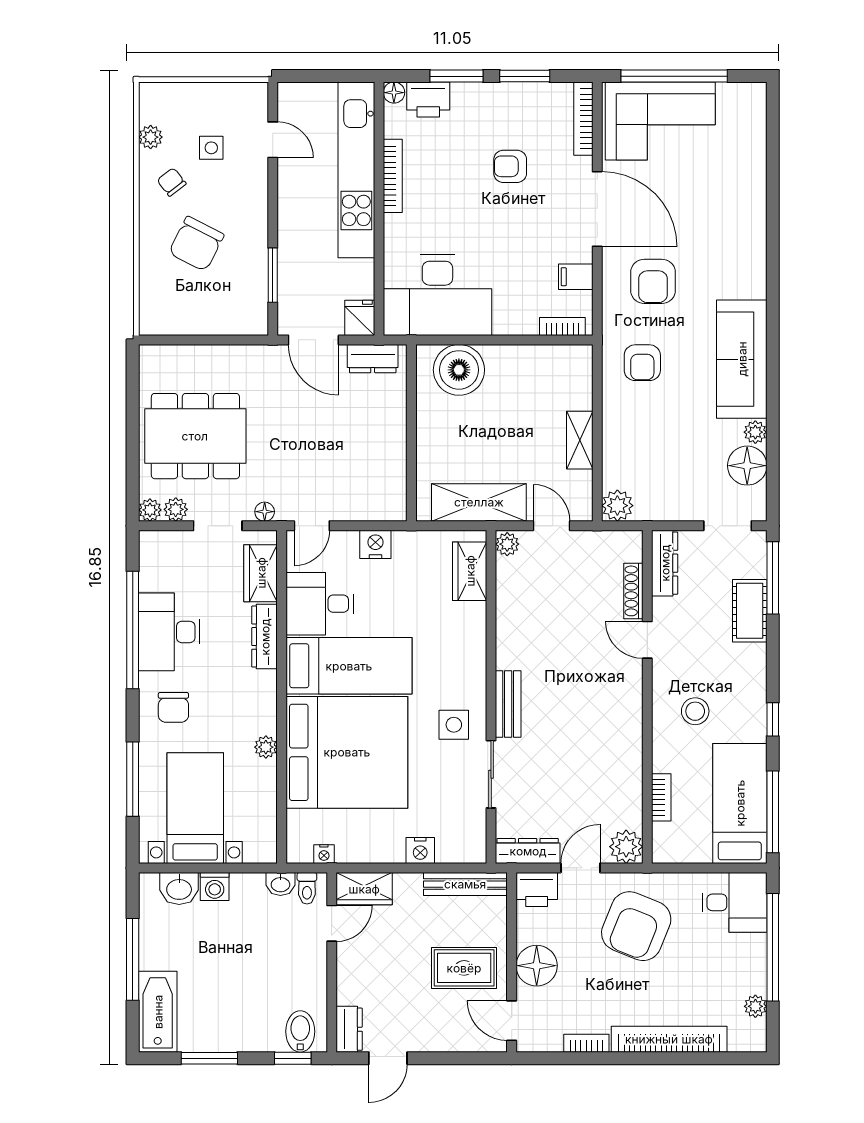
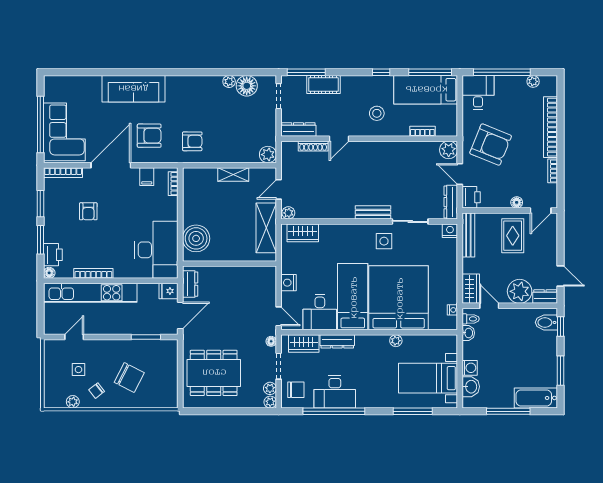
sofa: (742, 359) -> (133, 89), moved
dining table: (195, 436) -> (214, 373), moved, turned 90
chair: (173, 707) -> (296, 390), moved
nightstand: (420, 850) -> (450, 231), moved, turned -90
floor lamp: (537, 966) -> (517, 202), width x0.53, depth x0.53
plant: (359, 981) -> (520, 291), added

